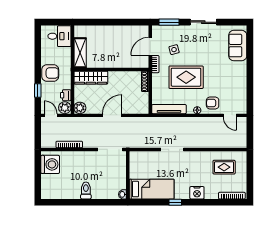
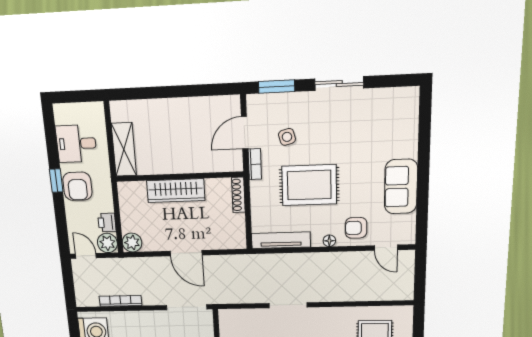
desk: (59, 36) -> (76, 144), moved, turned 180
sofa: (238, 46) -> (401, 187), moved
armchair: (50, 73) -> (77, 186), turned 90
wardrobe: (91, 78) -> (176, 191), moved
window: (38, 90) -> (56, 181), moved
door: (112, 115) -> (186, 253), swing flipped

